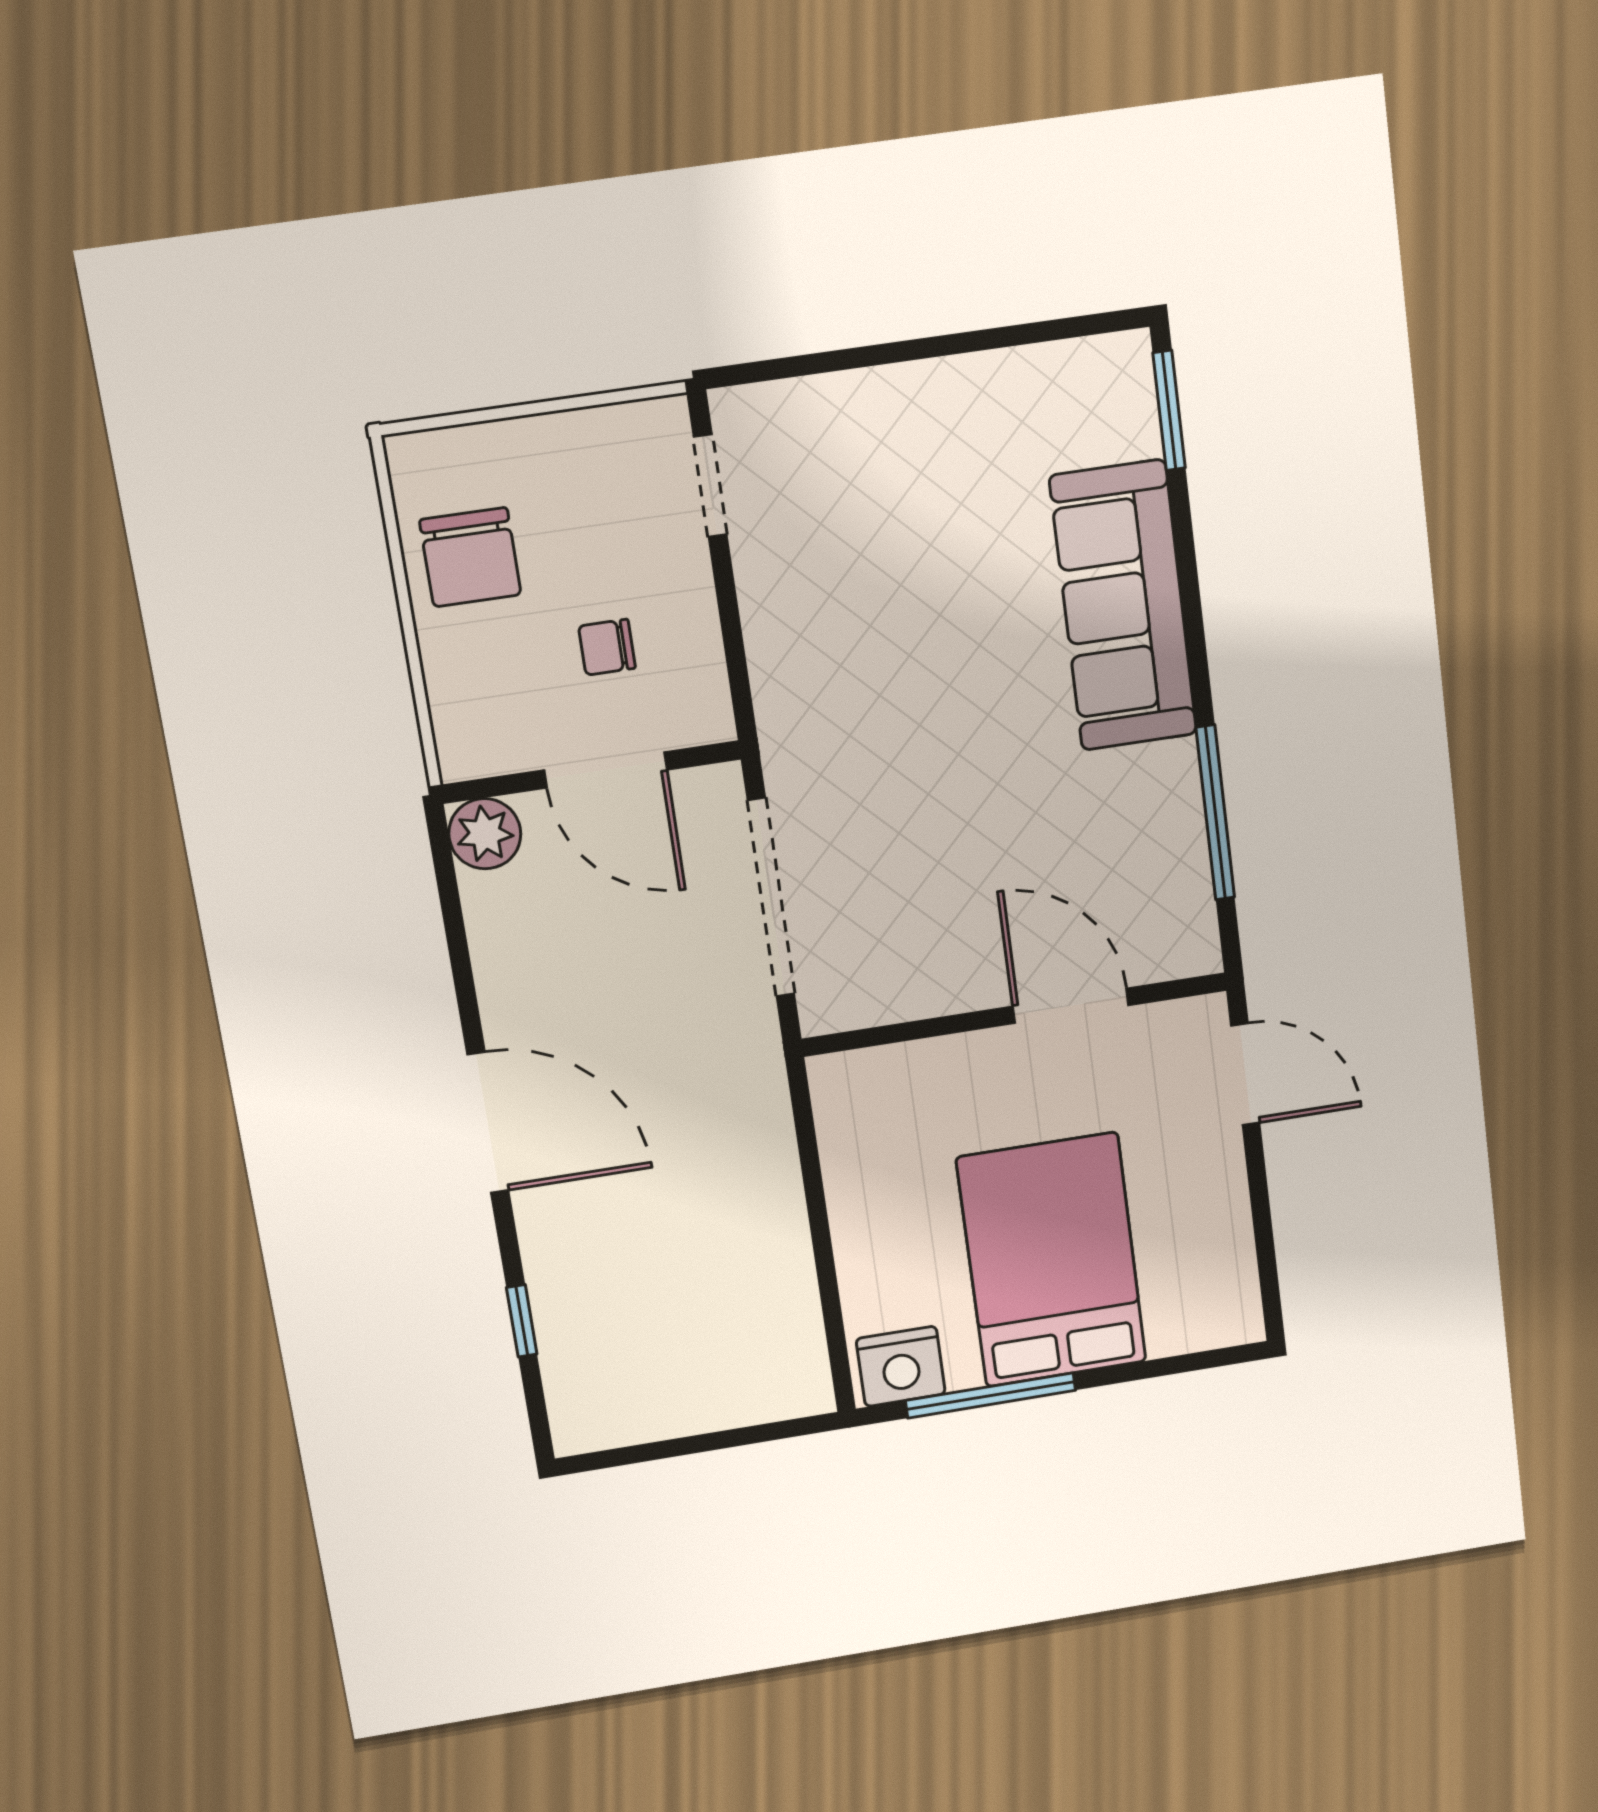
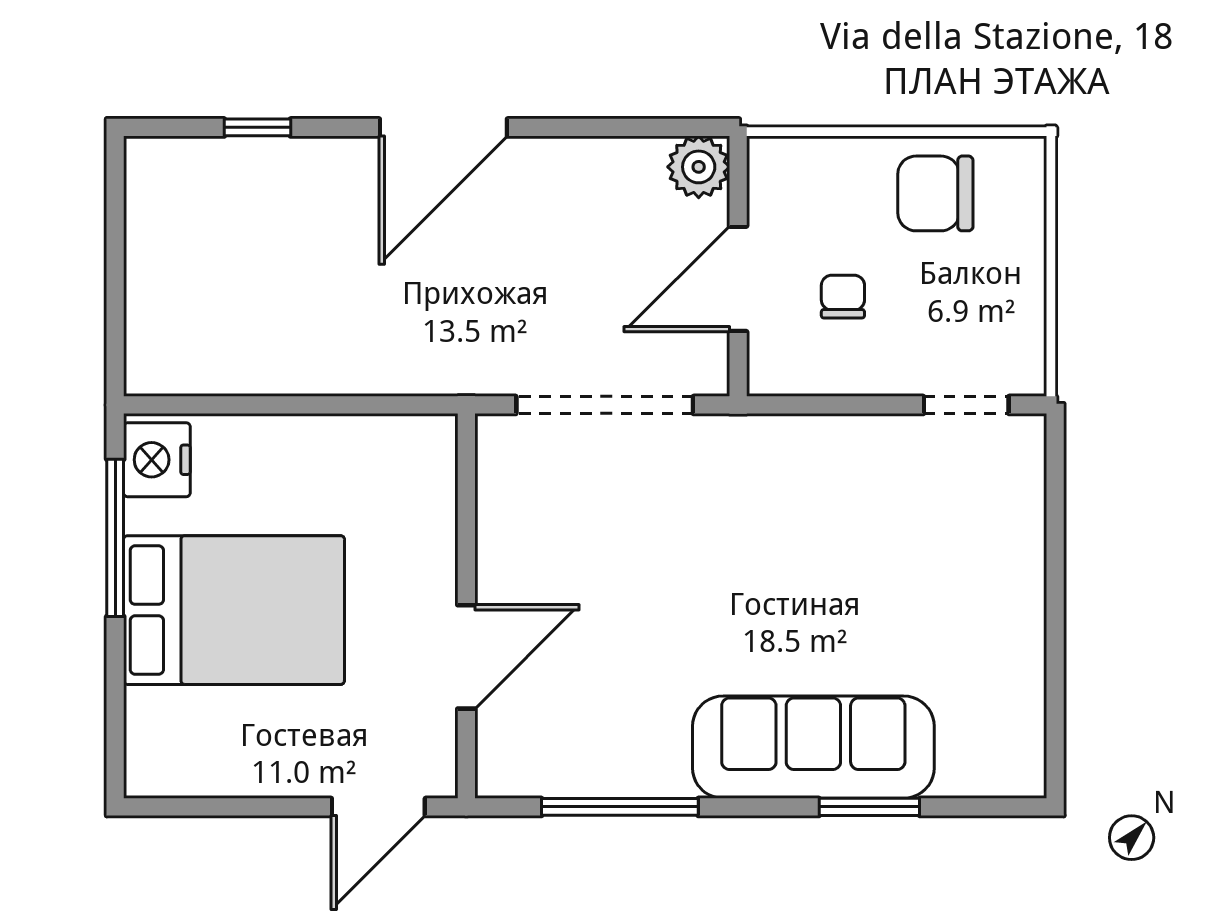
window: (1169, 411) -> (869, 807), moved

